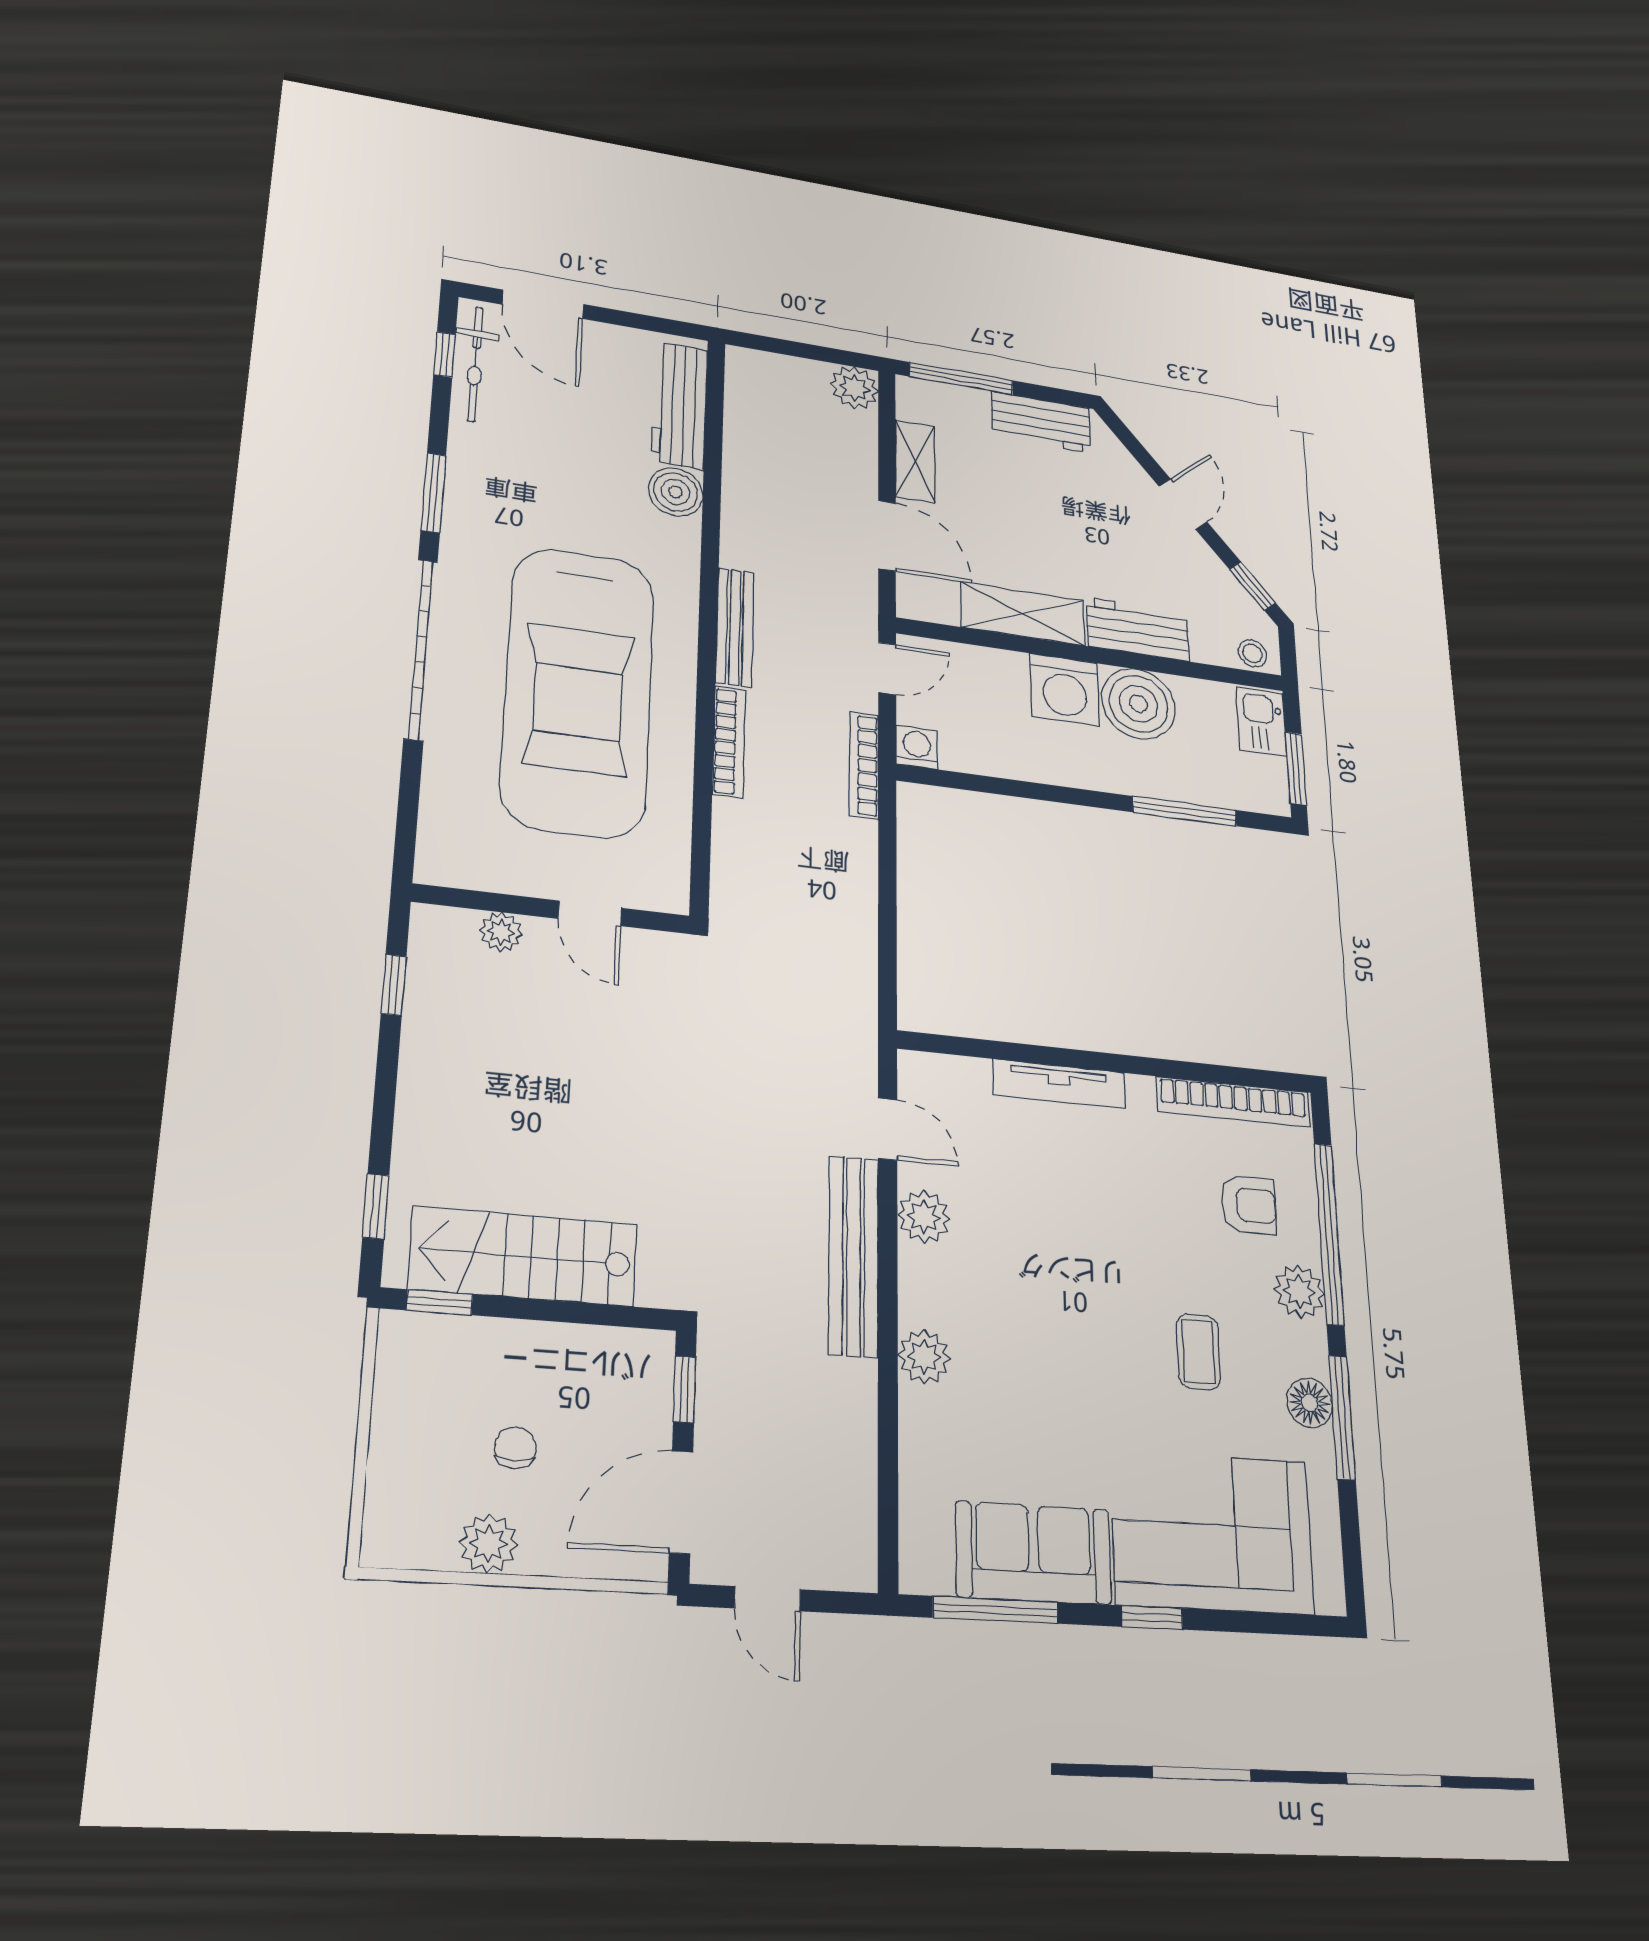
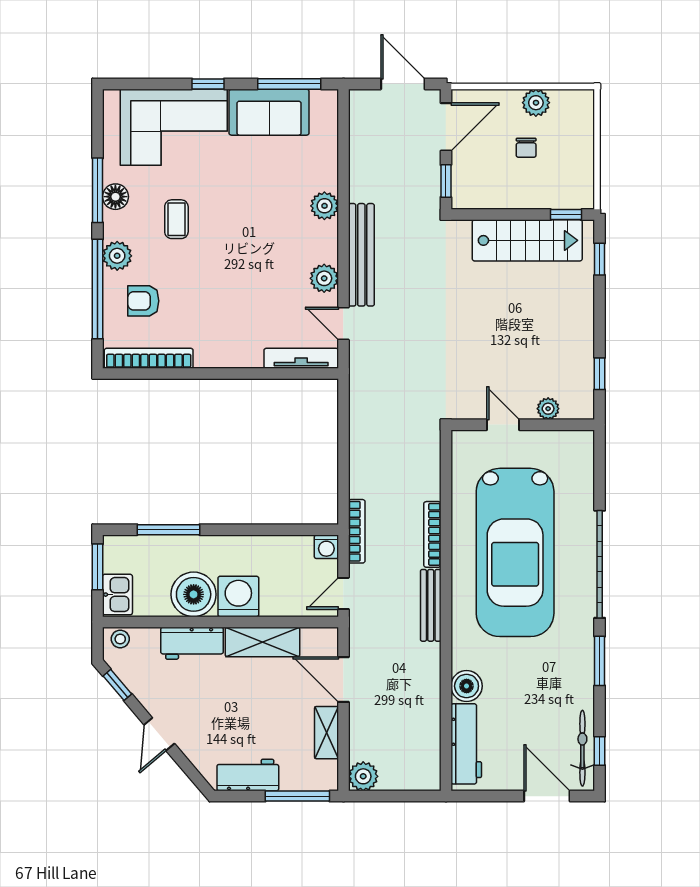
car: (578, 691) -> (515, 552), turned 180
tv unit: (1059, 1084) -> (301, 358), moved
door: (768, 1599) -> (403, 84), width x1.38

